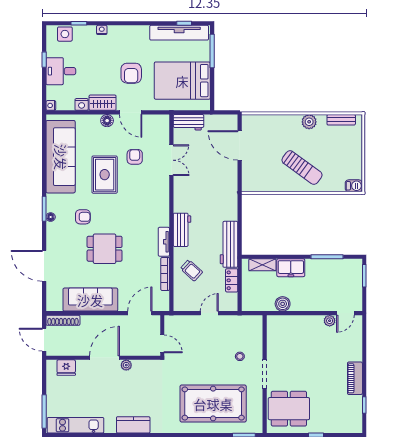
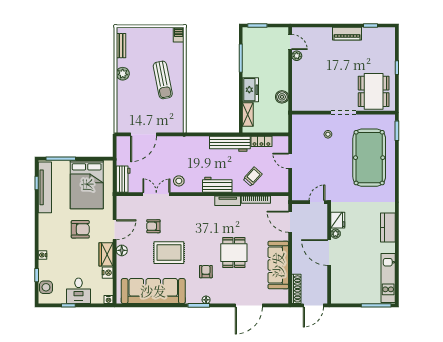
sun lounger: (302, 168) -> (163, 80), turned 133
stool: (187, 186) -> (179, 181), added
fridge: (66, 368) -> (338, 220), moved

